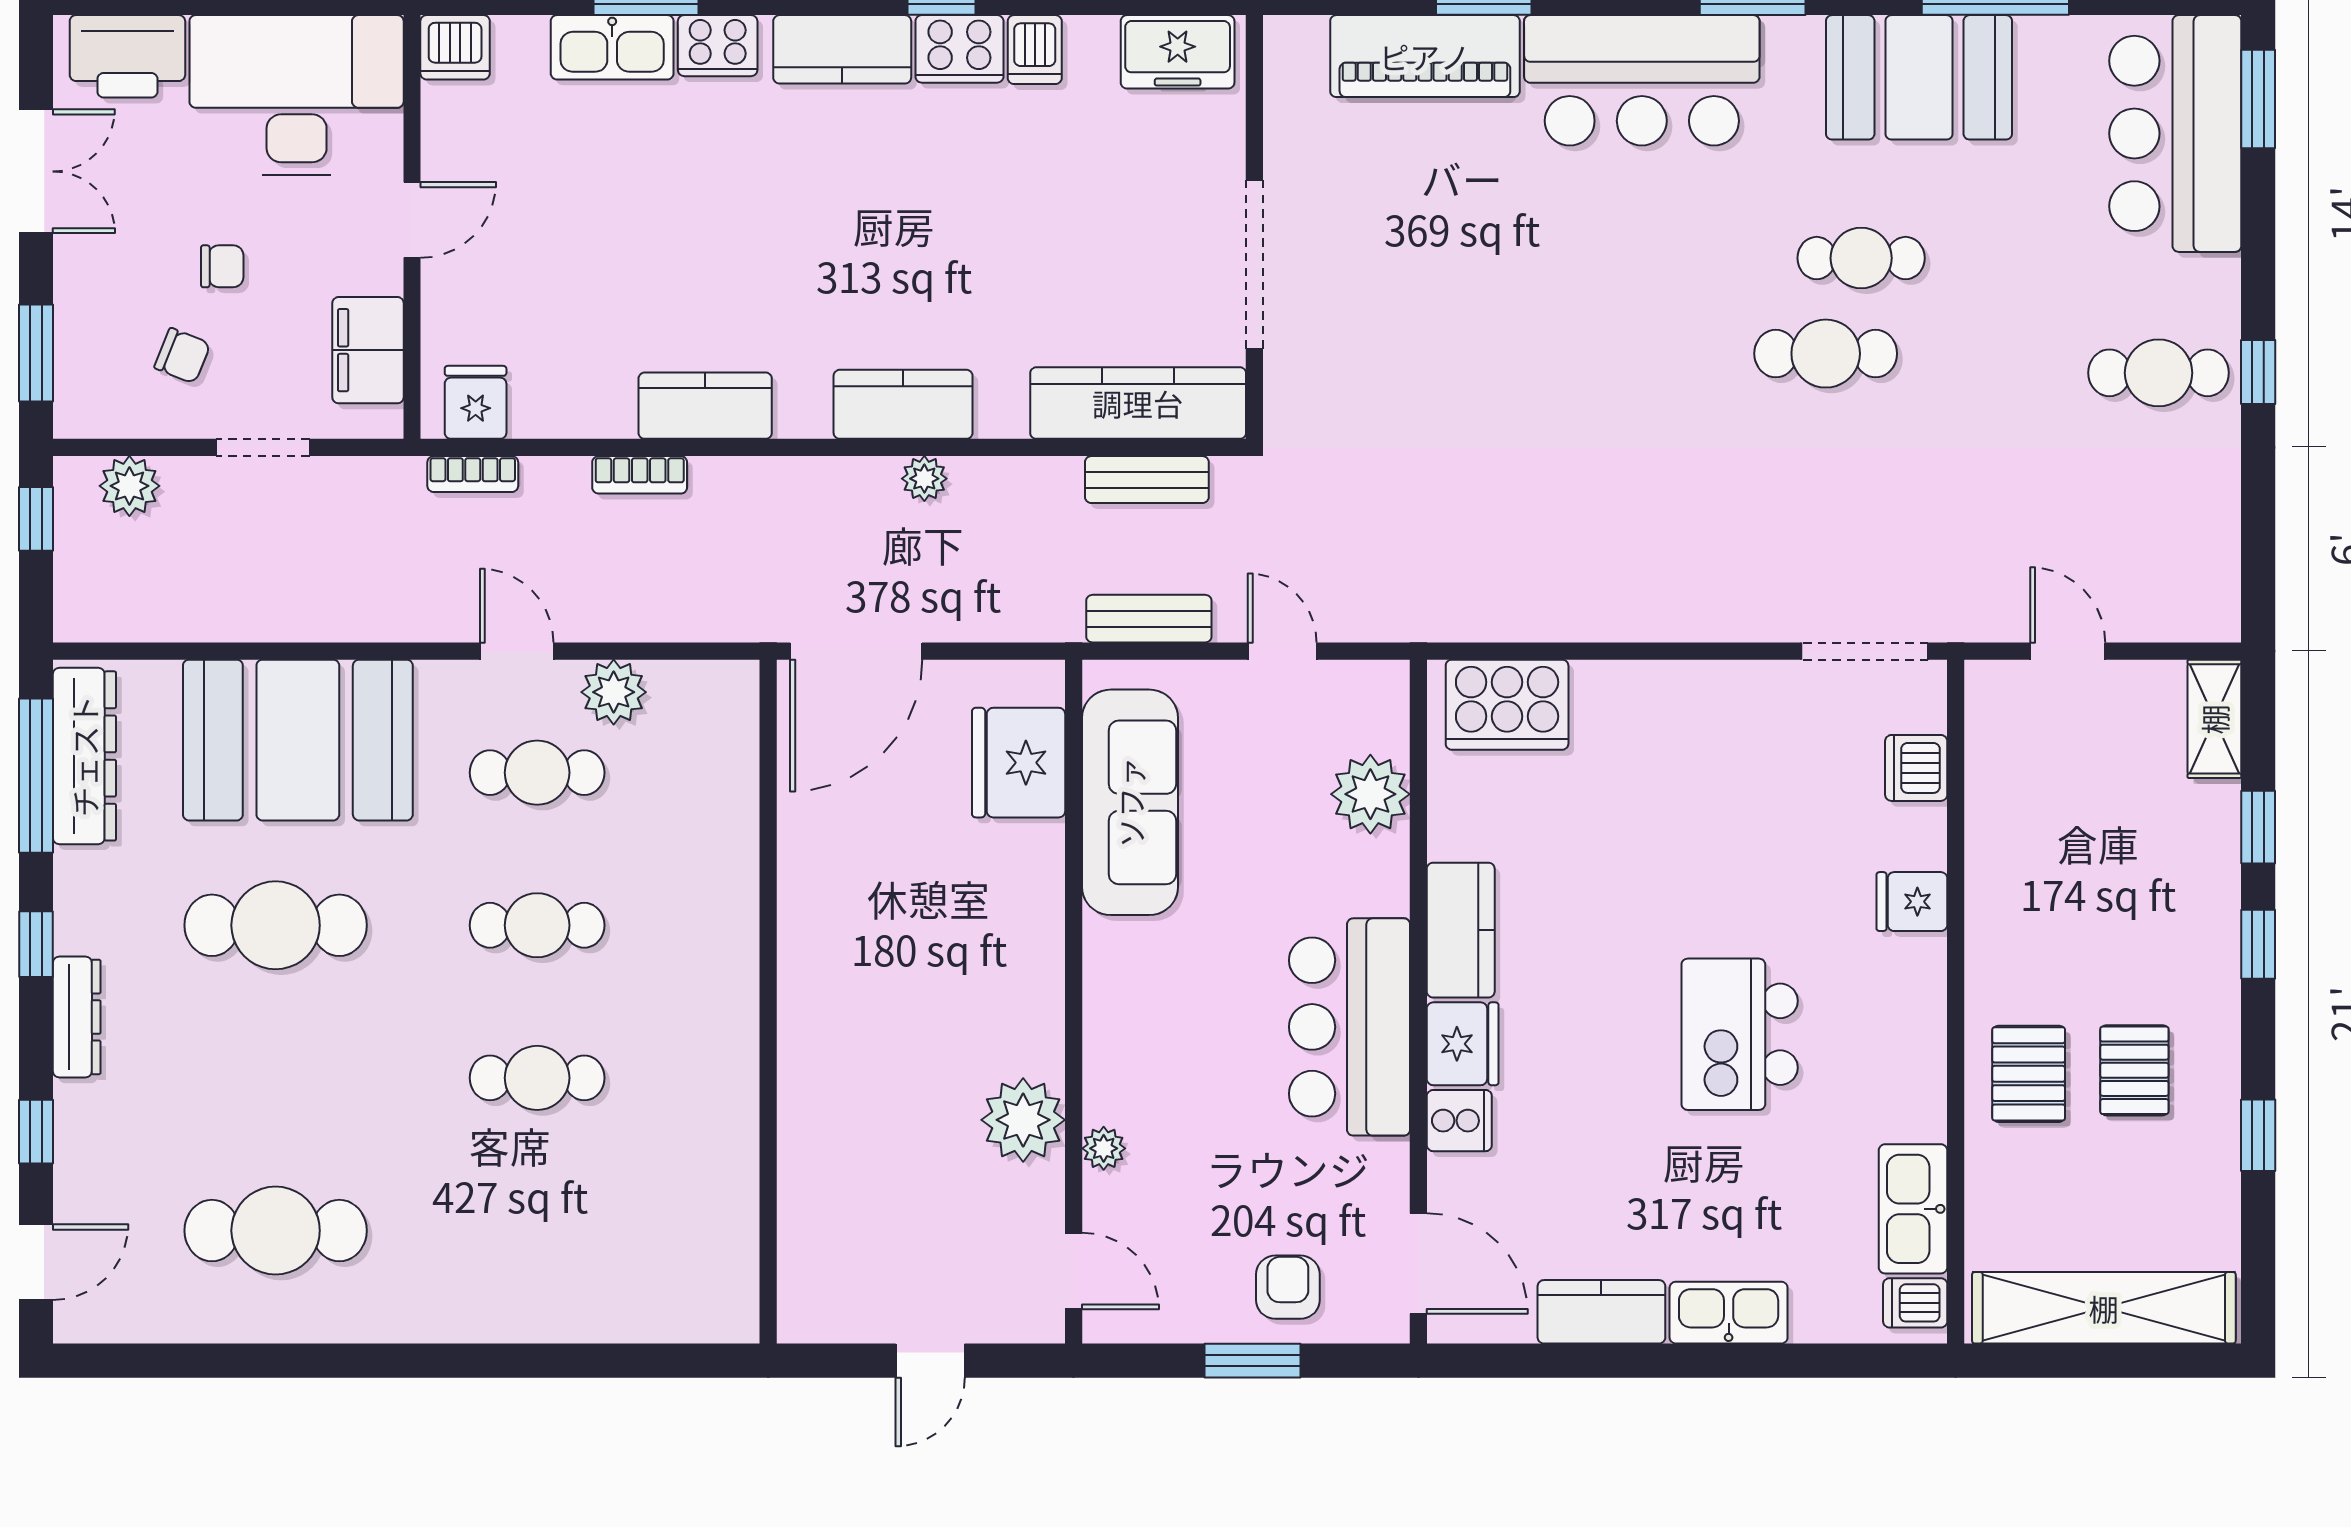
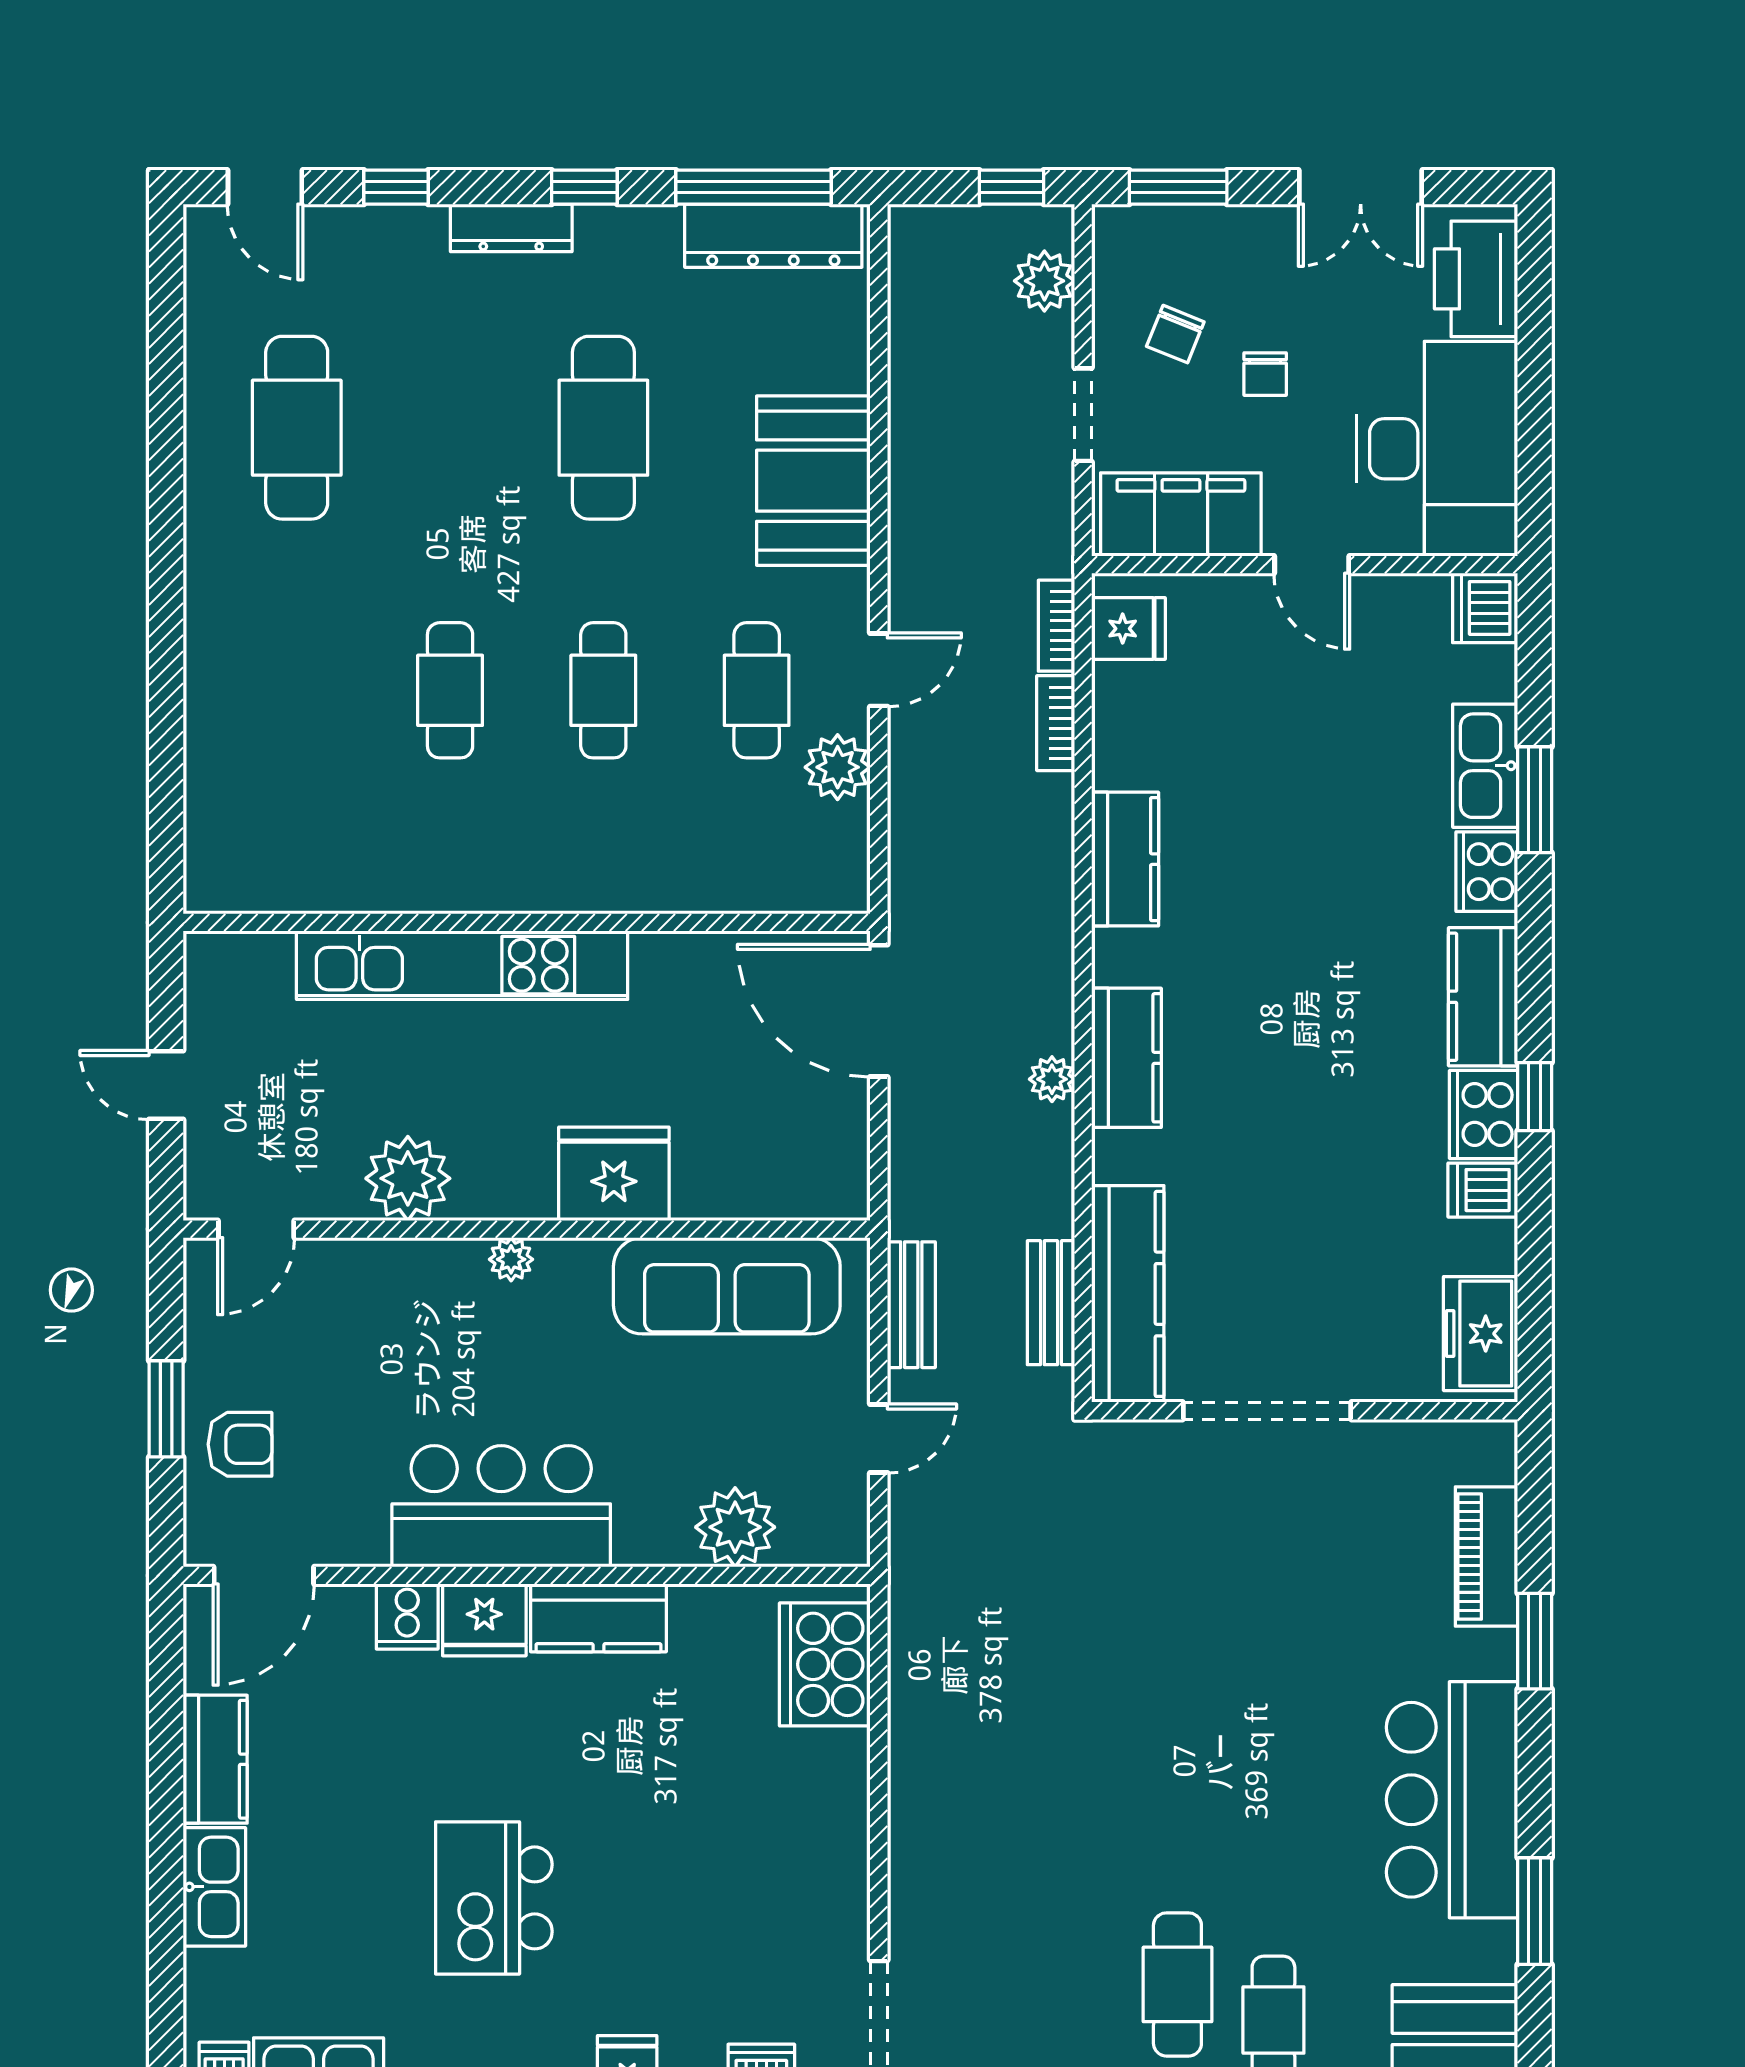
piano: (1425, 56) -> (1486, 1557), width x0.73, depth x0.75
filing cabinet: (368, 350) -> (1181, 515), width x1.50, depth x1.17
bookcase: (640, 475) -> (1056, 723), moved
booth: (298, 740) -> (813, 481), width x0.73, depth x0.70
fridge: (1019, 763) -> (614, 1174), moved
kitchen island: (1740, 1034) -> (494, 1898), turned -90
kitchen unit: (811, 1066) -> (462, 965), added
plant: (1104, 1148) -> (511, 1259), moved

